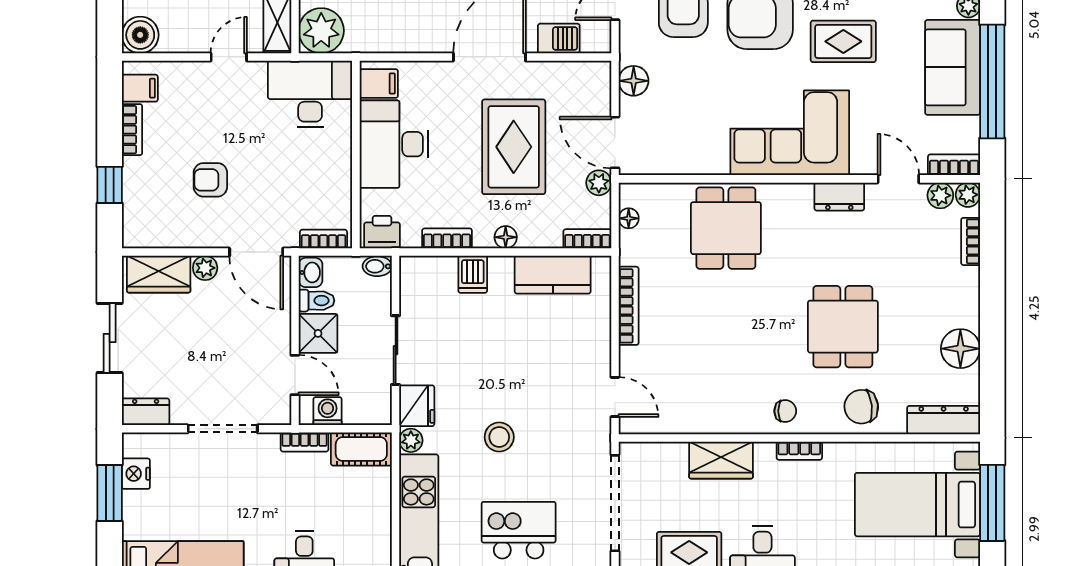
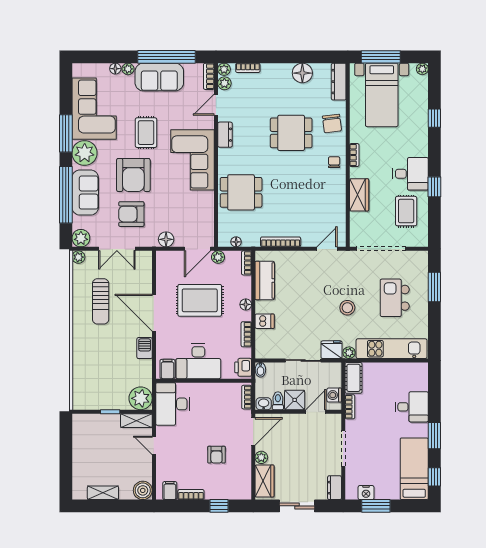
barbecue: (559, 38) -> (145, 348), moved

